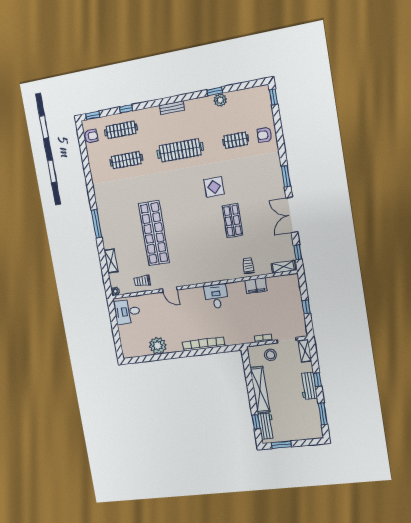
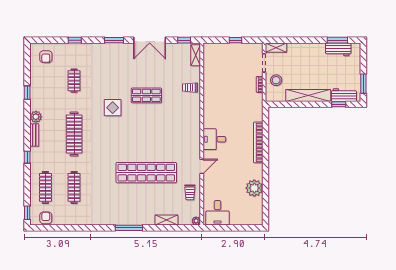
window: (274, 97) -> (75, 40), moved
plant: (220, 100) -> (36, 117), moved
window: (126, 109) -> (27, 157), moved
armchair: (265, 135) -> (46, 57), moved
filing cabinet: (256, 286) -> (209, 83), removed
desk: (216, 296) -> (214, 139), moved
window: (317, 380) -> (304, 40), removed
workbench: (308, 386) -> (338, 49), moved

